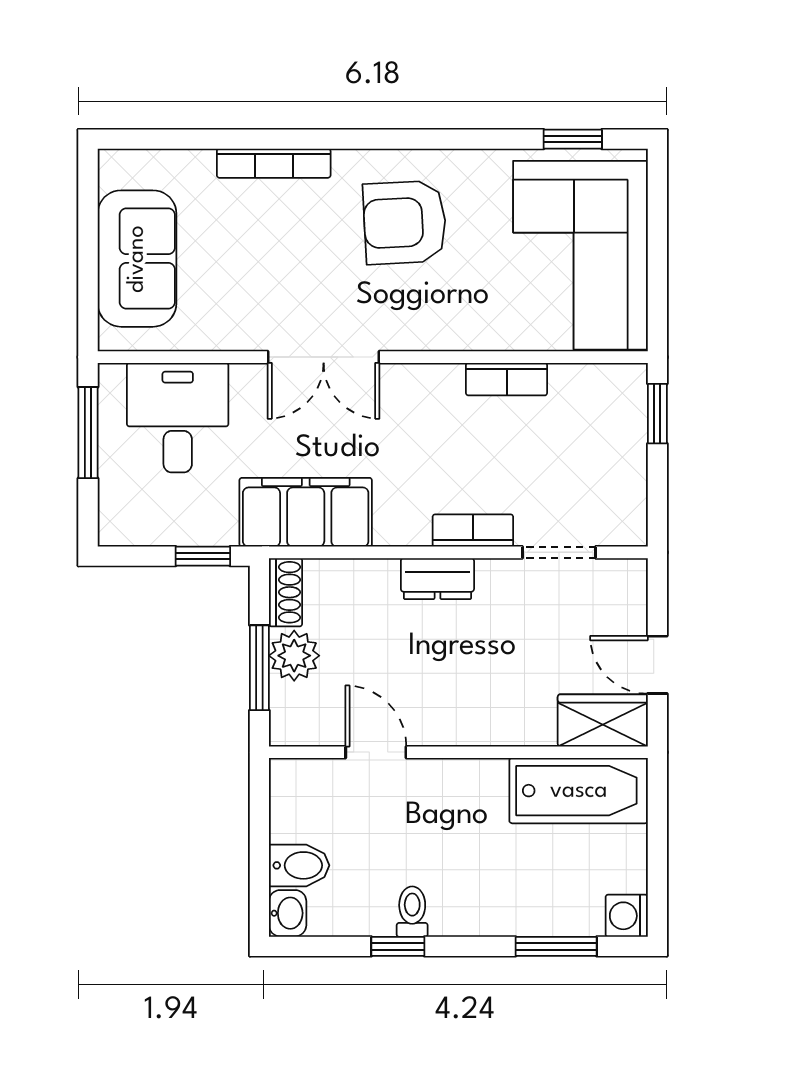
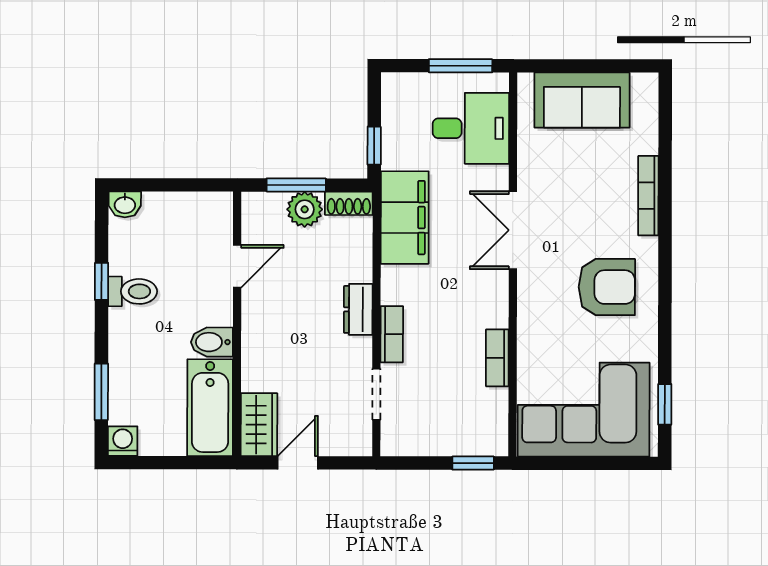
armchair: (405, 222) -> (607, 287), turned 93
bidet: (299, 865) -> (212, 342), moved, turned 90
toilet: (412, 912) -> (133, 291), width x1.37, depth x1.39

